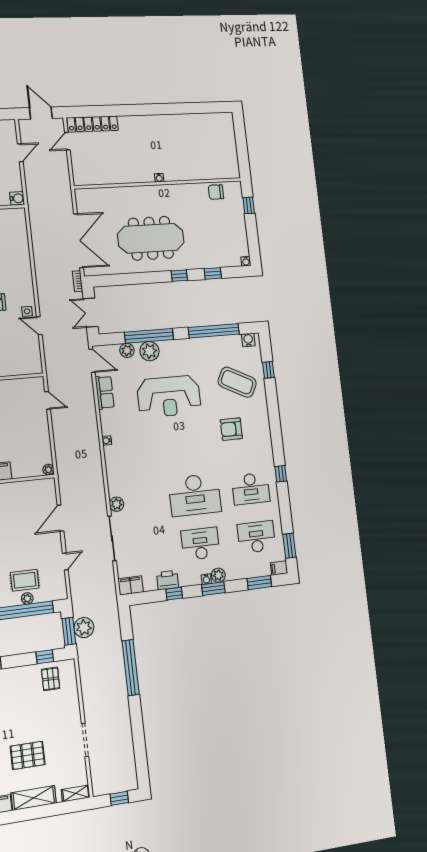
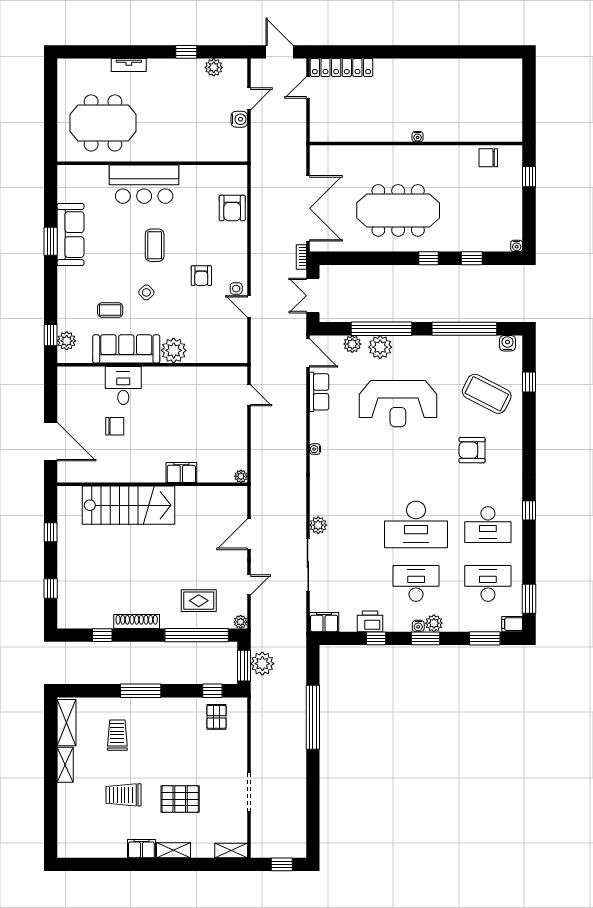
water cooler: (17, 198) -> (239, 119), moved
armchair: (16, 244) -> (232, 208), added
plant: (27, 598) -> (241, 622), moved
shelving: (34, 798) -> (173, 850), width x0.67, depth x0.75

